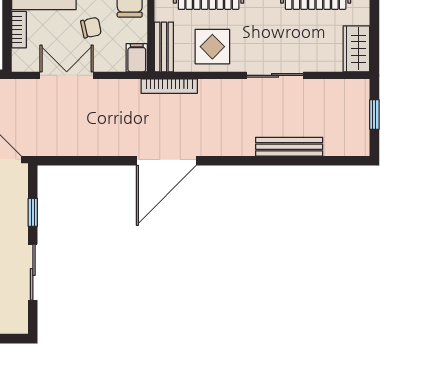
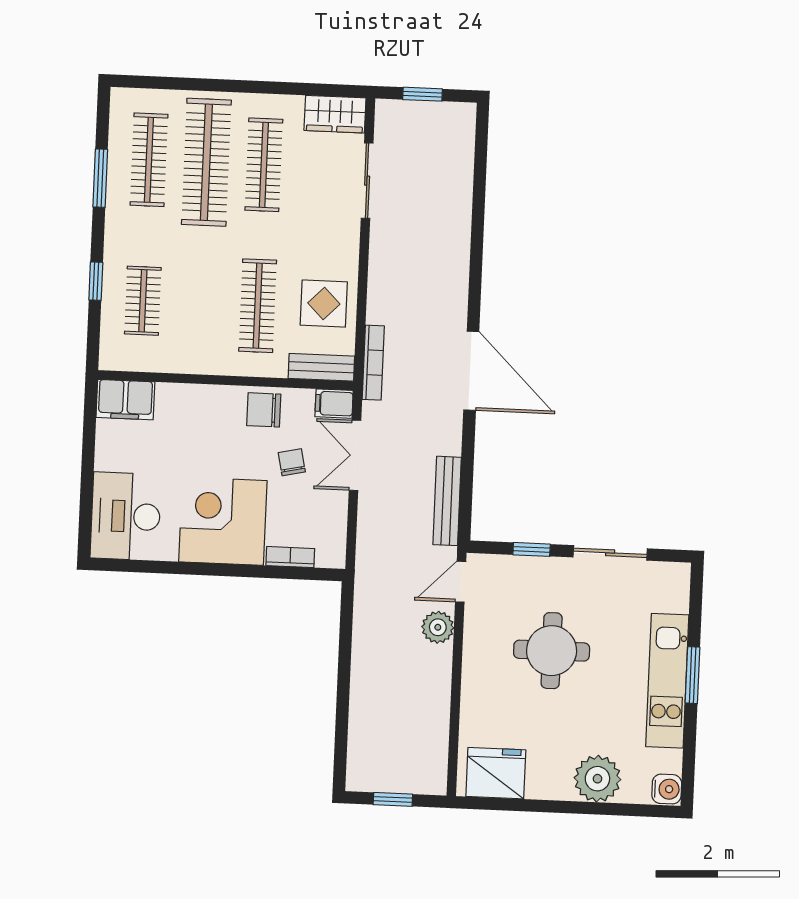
double door: (67, 75) -> (355, 455), moved
sliding door: (275, 75) -> (367, 181), moved
bench: (289, 147) -> (447, 501), moved

